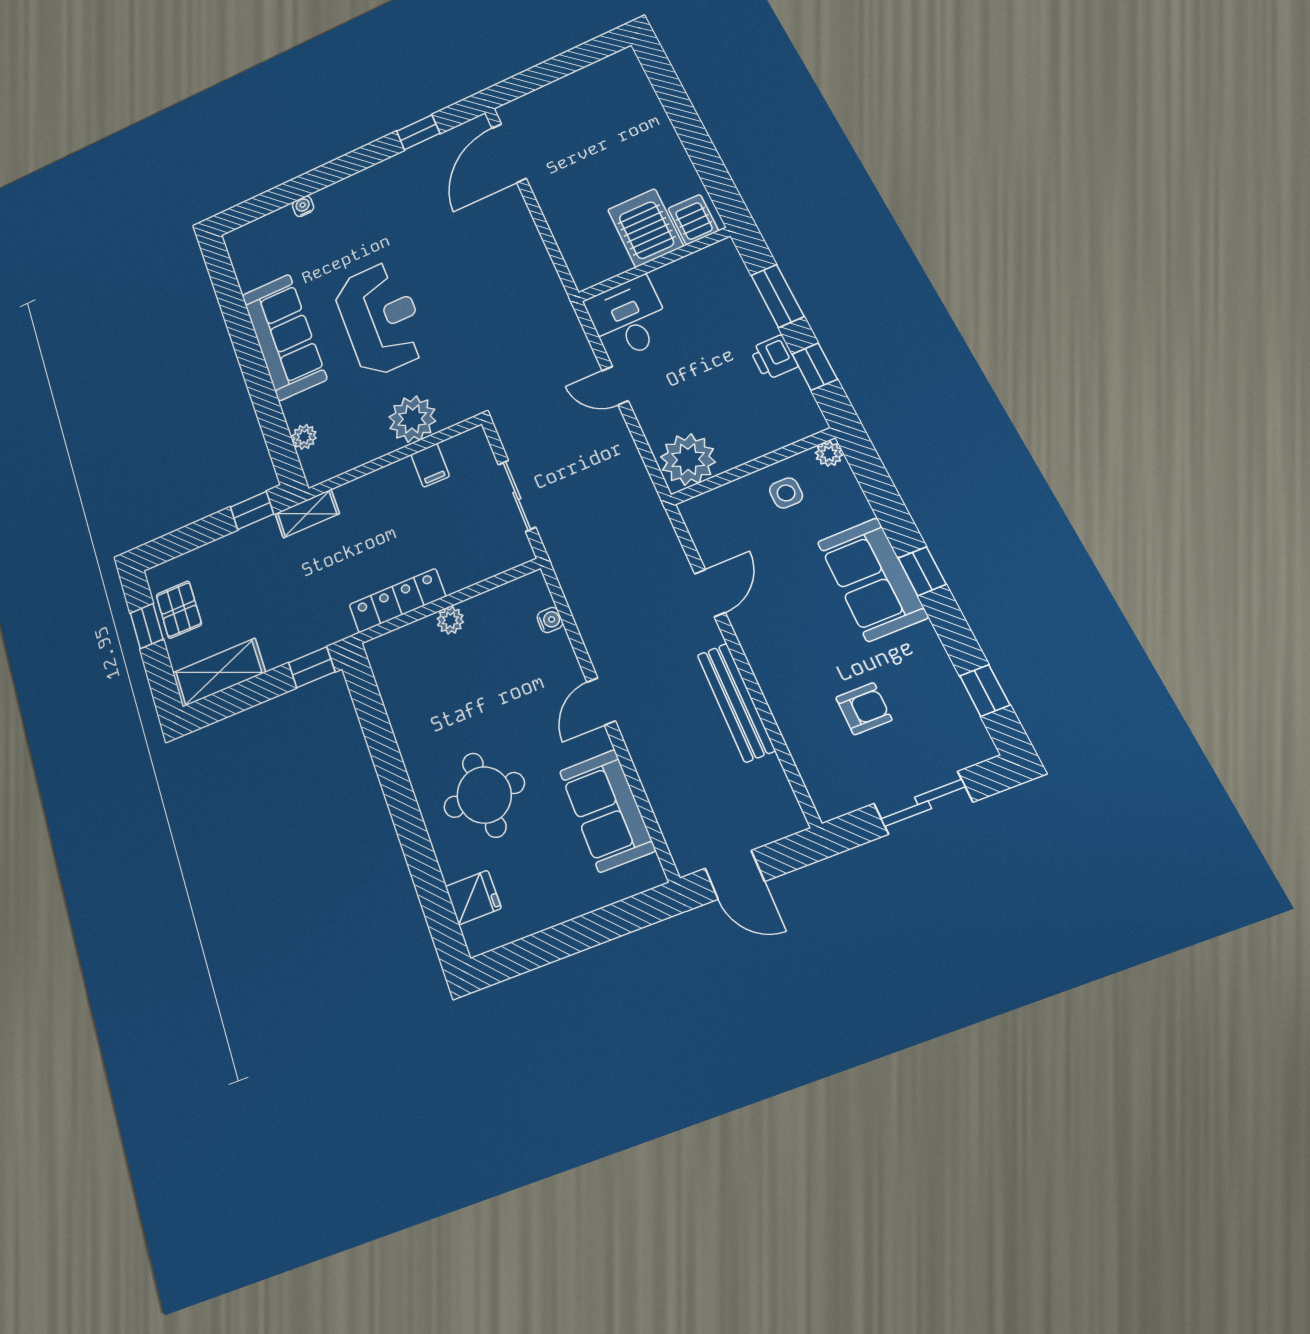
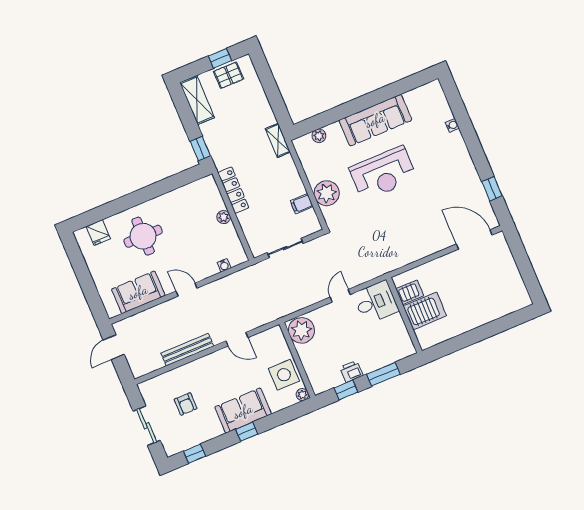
server rack: (693, 220) -> (410, 292), moved
side table: (786, 493) -> (284, 375), width x1.87, depth x1.87
window: (252, 510) -> (280, 110), removed

